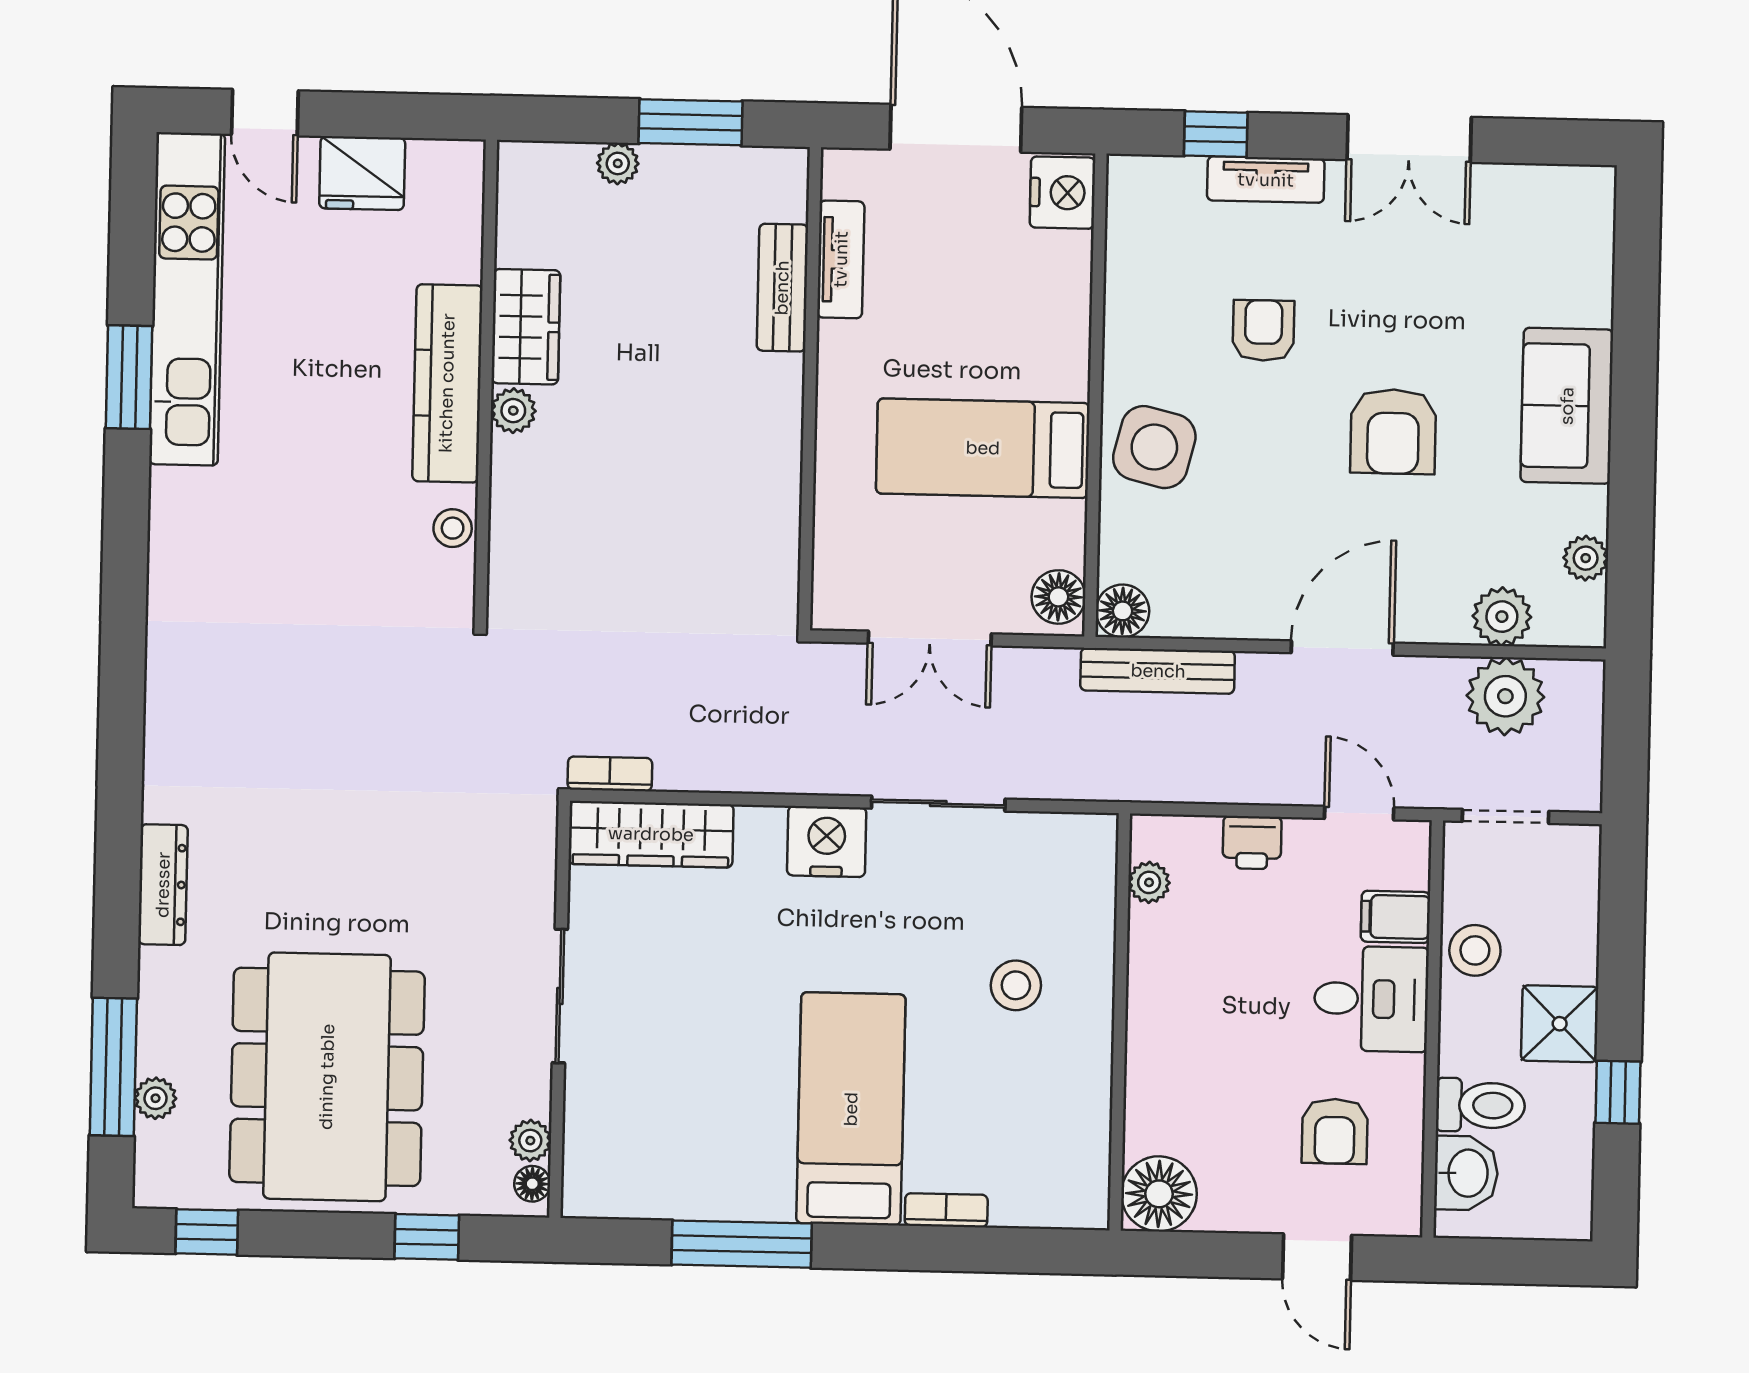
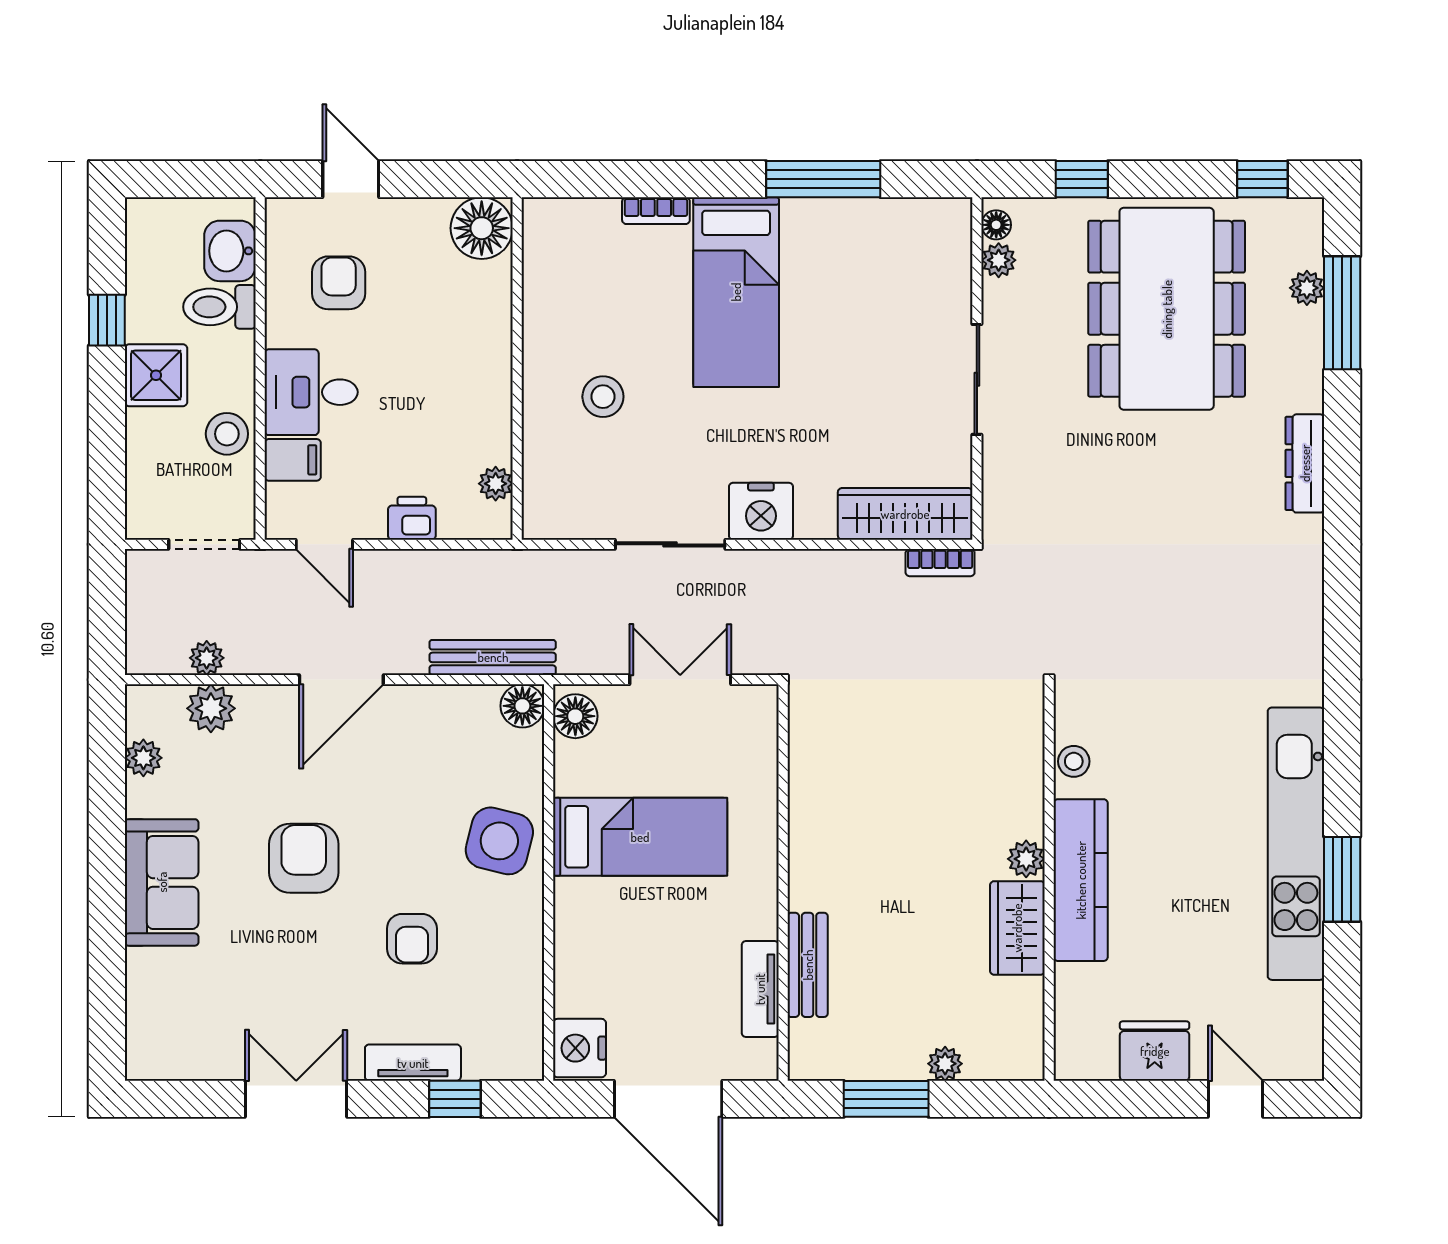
kitchen unit: (187, 299) -> (1296, 844), moved
plant: (1505, 696) -> (207, 658), width x0.53, depth x0.53

